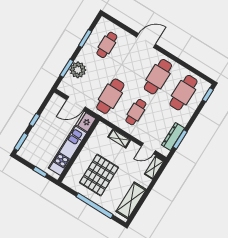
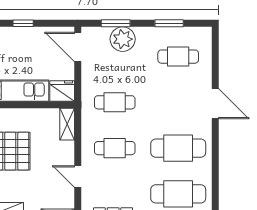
cafe table: (110, 96) -> (115, 102), width x0.73, depth x0.74
door: (76, 103) -> (78, 47), moved
shelving: (119, 139) -> (67, 124), moved
door: (148, 149) -> (78, 176), moved

